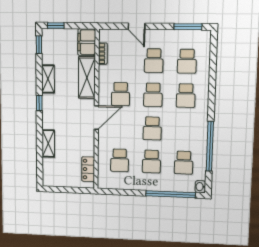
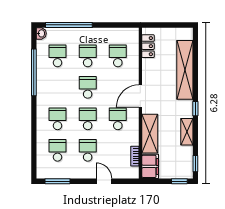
shelving: (48, 143) -> (185, 70), width x2.20, depth x1.33

